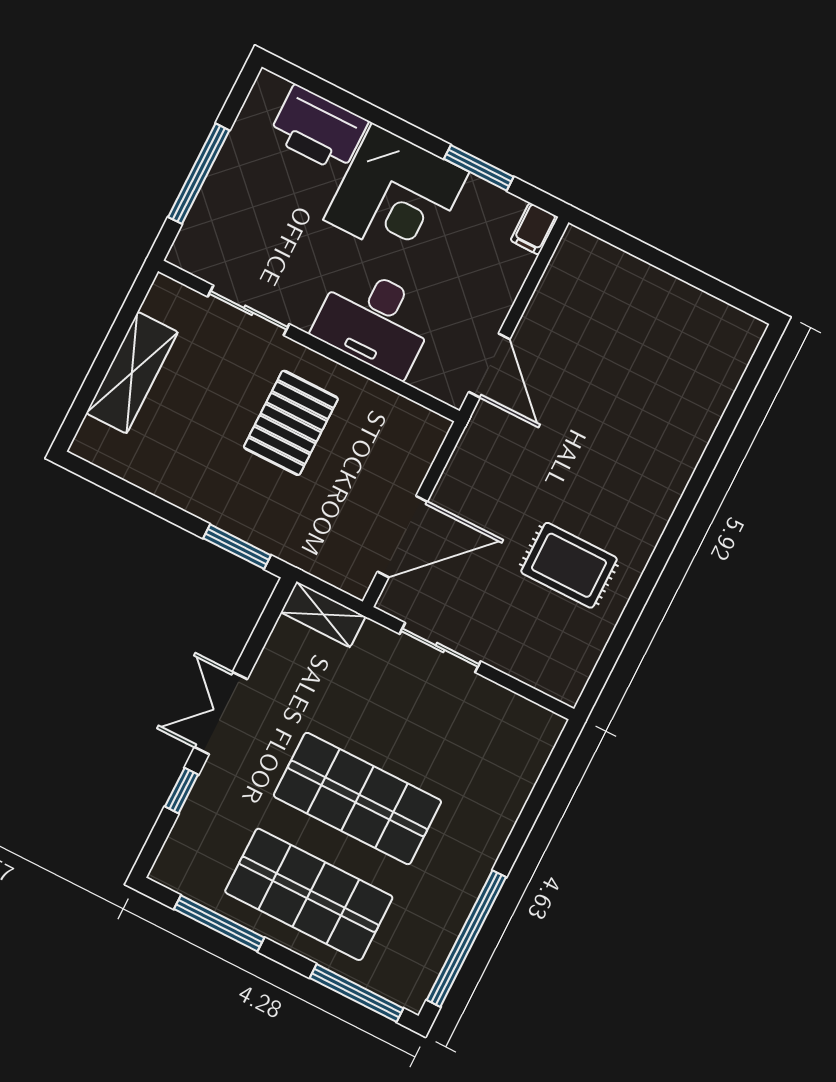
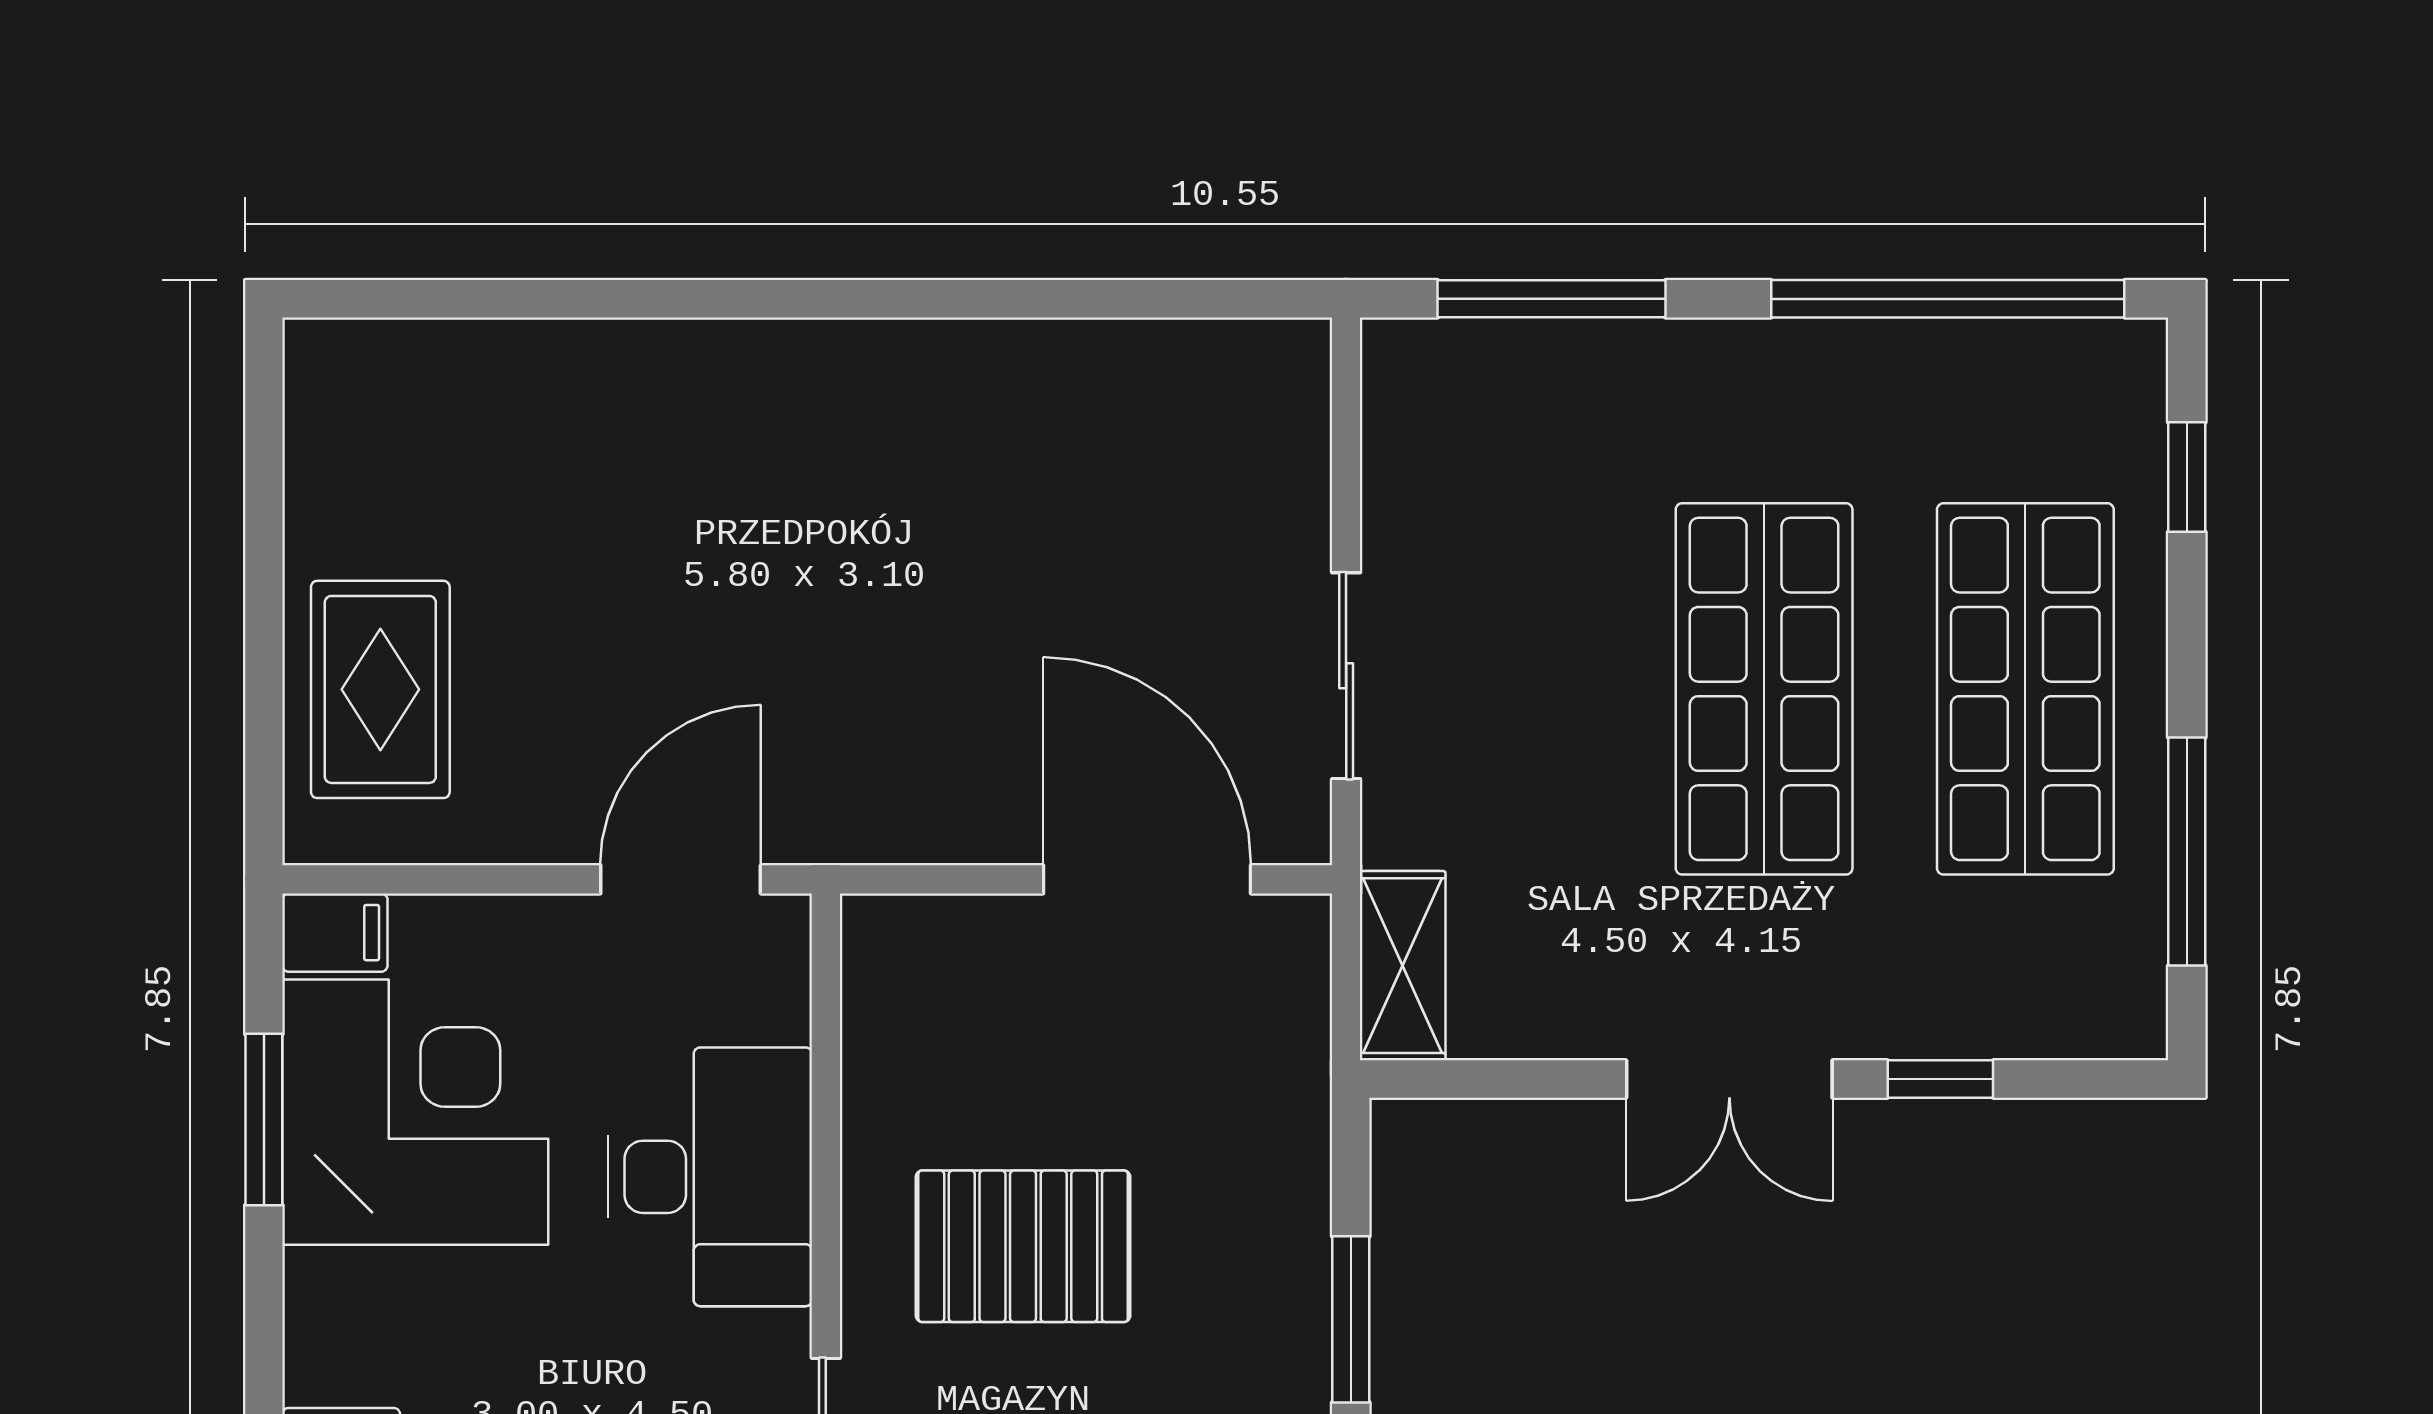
corner desk: (396, 196) -> (415, 1112), moved
window: (237, 547) -> (1351, 1319), moved
rug: (569, 565) -> (380, 689), moved
window: (540, 793) -> (1551, 299), added
window: (357, 993) -> (2187, 477), width x0.46

